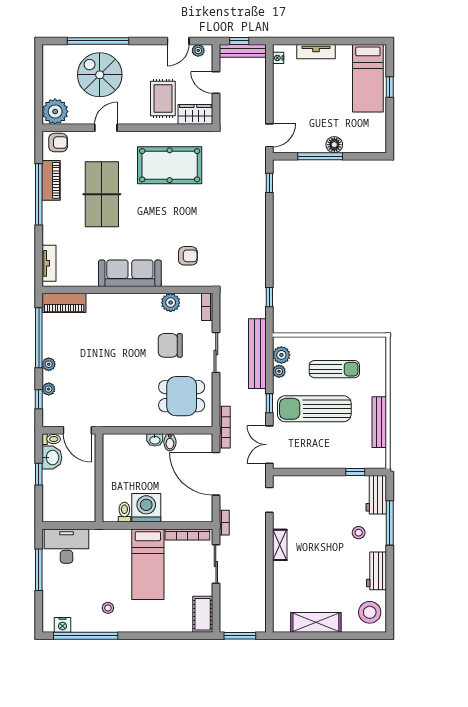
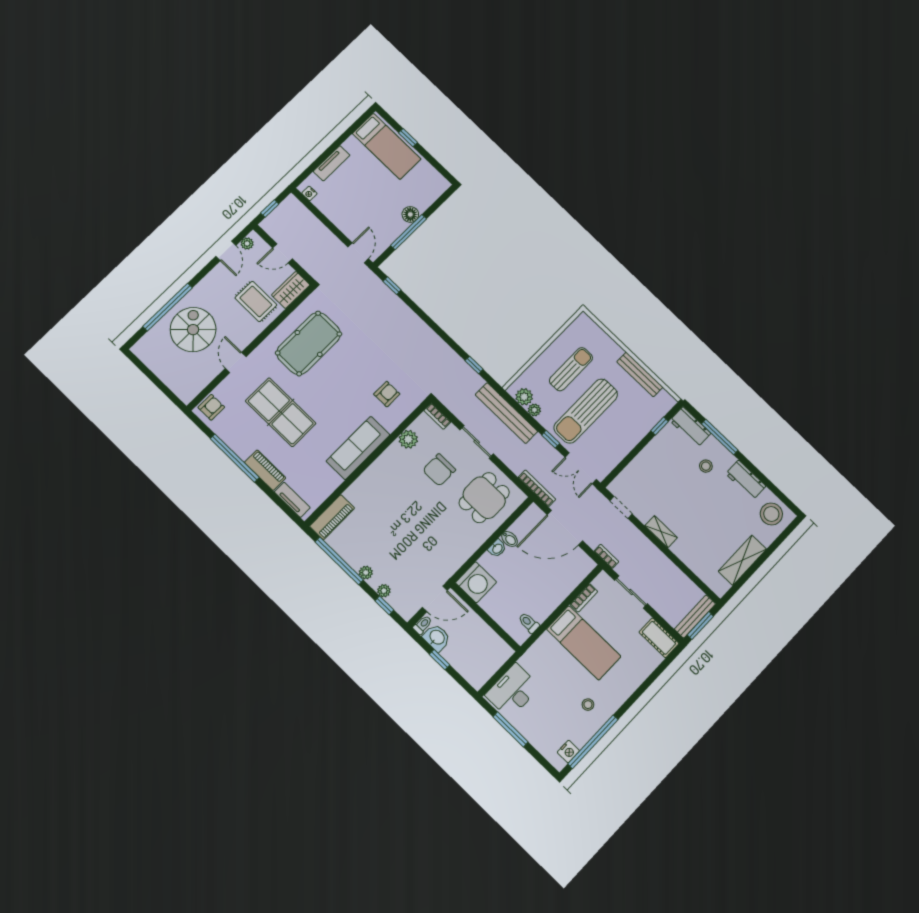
bench: (243, 51) -> (695, 617), moved
spiral stairs: (100, 75) -> (193, 330), turned 90
plant: (55, 111) -> (187, 387), removed
piano: (51, 180) -> (265, 470), moved
washing machine: (146, 508) -> (476, 582), moved, turned 180
bookcase: (187, 534) -> (584, 598), width x0.64

